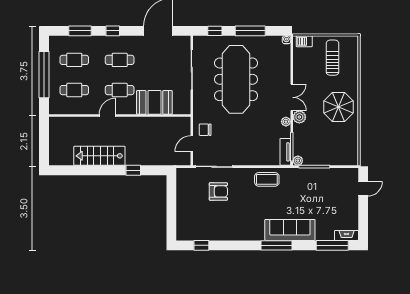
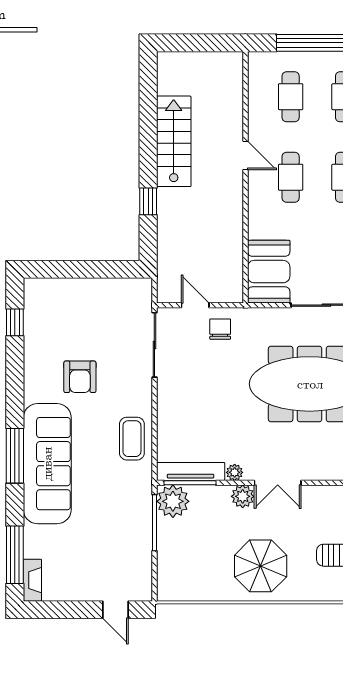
booth: (154, 102) -> (269, 272), moved
tv unit: (285, 152) -> (191, 472), width x1.41
plant: (298, 161) -> (173, 501), width x1.87, depth x1.87
armchair: (218, 191) -> (80, 377), moved
sofa: (290, 230) -> (47, 464), width x1.36, depth x1.27

